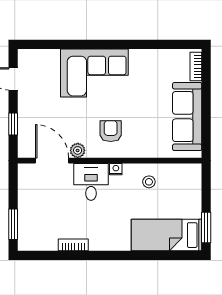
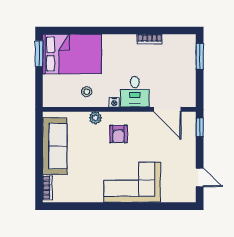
window: (13, 124) -> (200, 127), moved
plant: (78, 150) -> (95, 118), moved
bed: (167, 235) -> (72, 54), width x1.50

